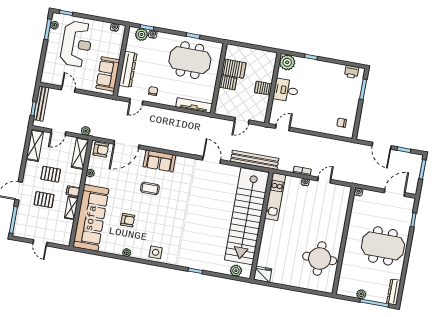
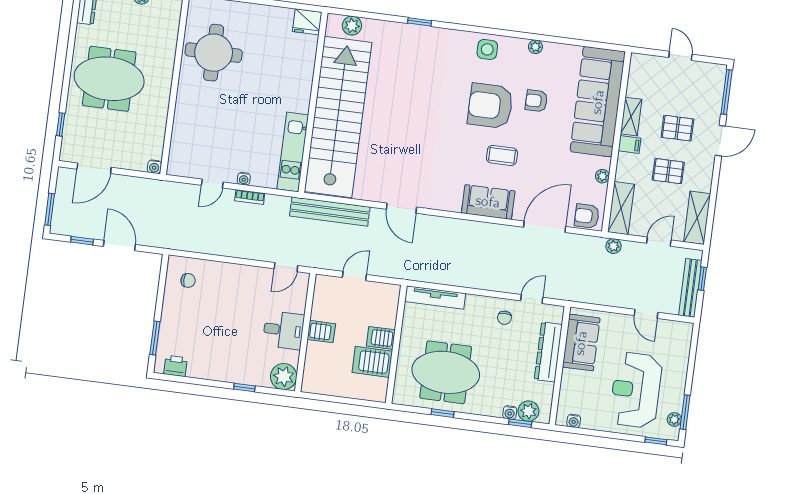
armchair: (155, 219) -> (490, 106), added

